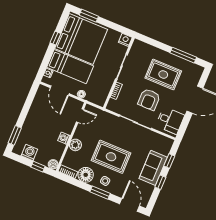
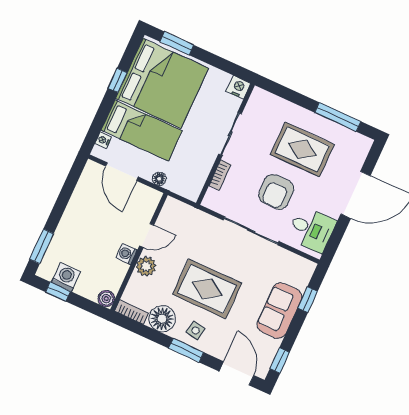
door: (80, 116) -> (147, 235), moved
window: (38, 167) -> (58, 292), moved
window: (160, 182) -> (280, 360), moved

